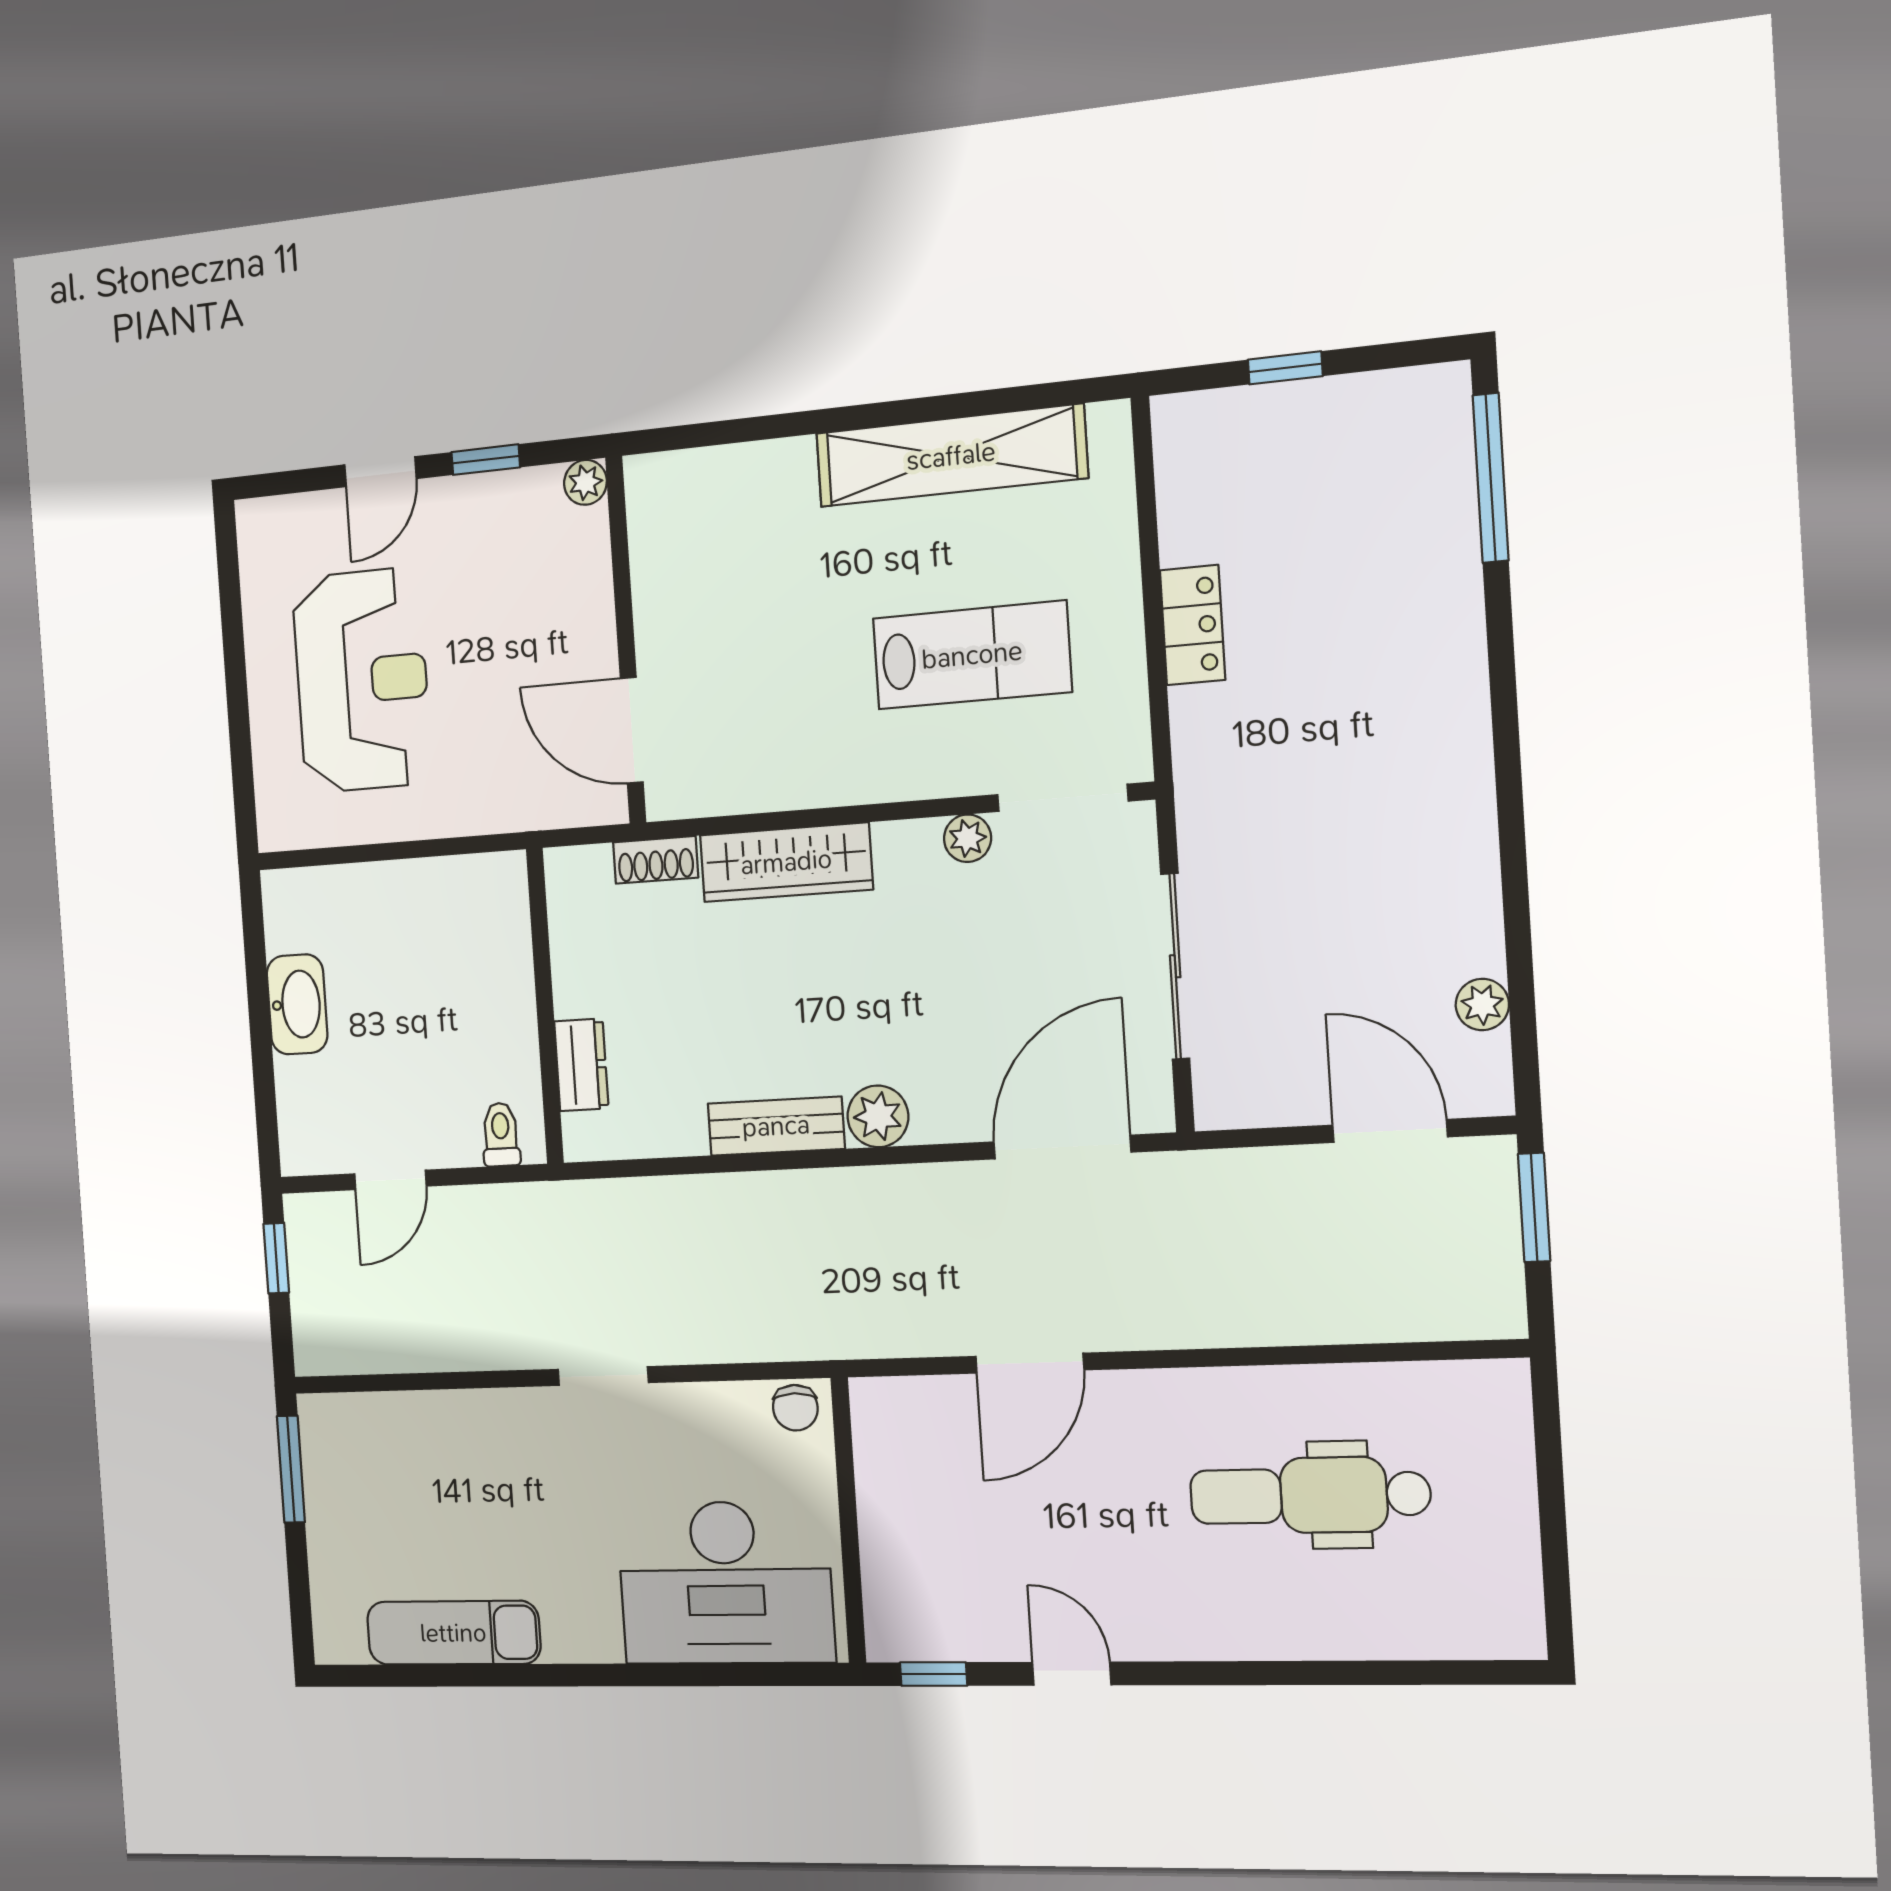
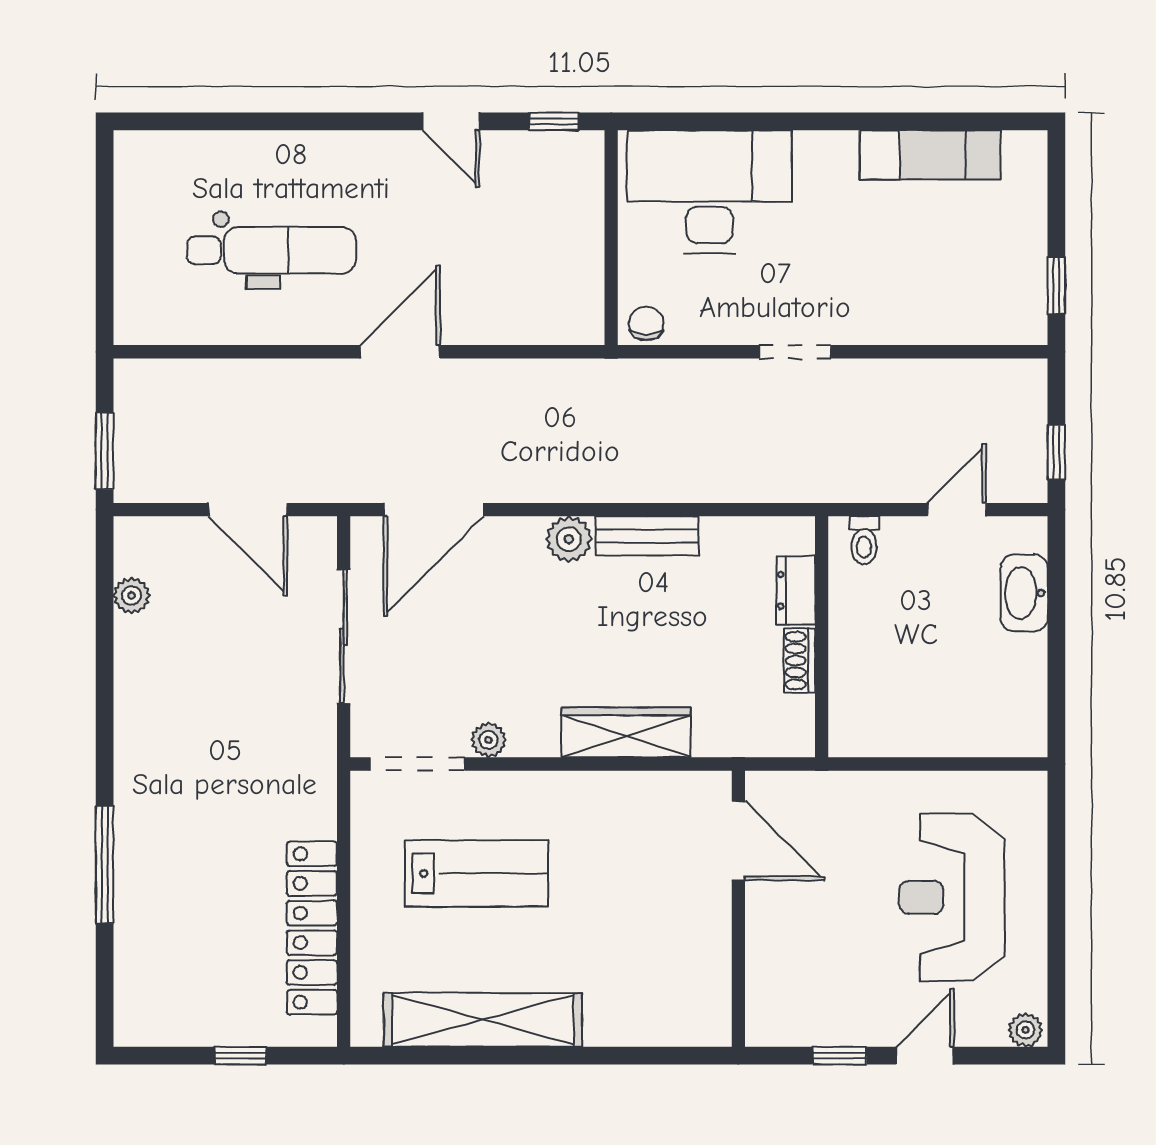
window: (1491, 478) -> (105, 865), moved
plant: (585, 482) -> (1025, 1030), moved
locker: (1193, 625) -> (312, 928), width x2.16, depth x1.21
lab bench: (972, 655) -> (477, 873), turned 180
shoe rack: (656, 860) -> (799, 661), moved, turned -90
washbasin: (297, 1004) -> (1024, 593), moved
door: (1390, 1131) -> (248, 510), moved
door: (1030, 1363) -> (400, 352), moved
window: (291, 1469) -> (1056, 285), width x0.67

